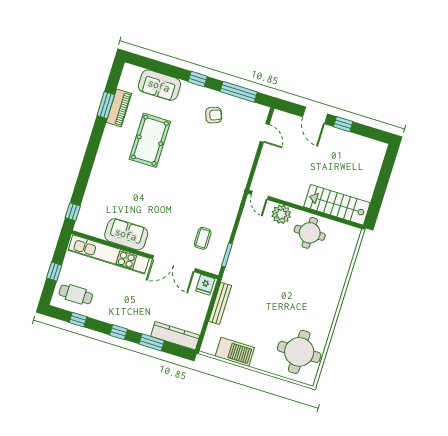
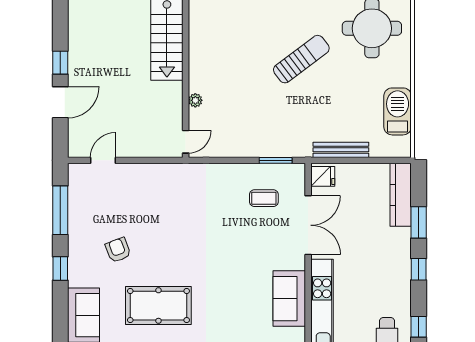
armchair: (214, 115) -> (118, 250), moved
plant: (281, 214) -> (195, 100), width x0.53, depth x0.53
round table: (310, 233) -> (214, 62), removed
sun lounger: (293, 295) -> (301, 59), added

